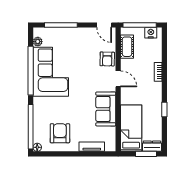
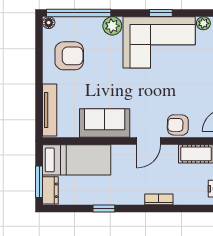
window: (31, 71) -> (161, 13), width x0.32
plant: (39, 104) -> (112, 26), added
tv unit: (92, 147) -> (50, 110), width x1.41

